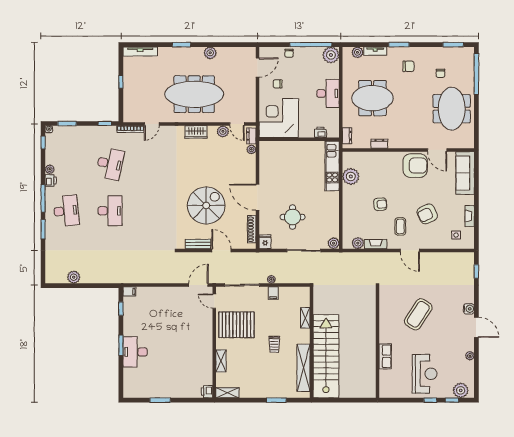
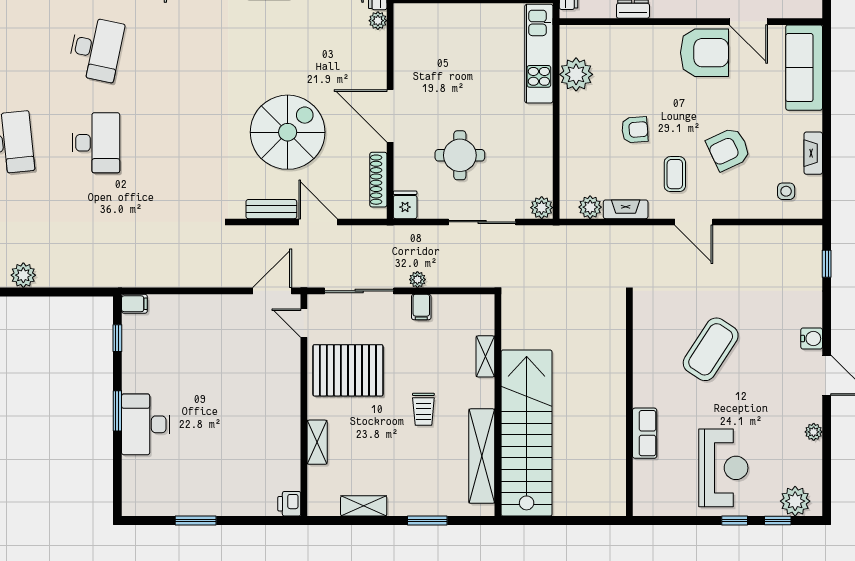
shelving: (227, 393) -> (364, 506), moved

